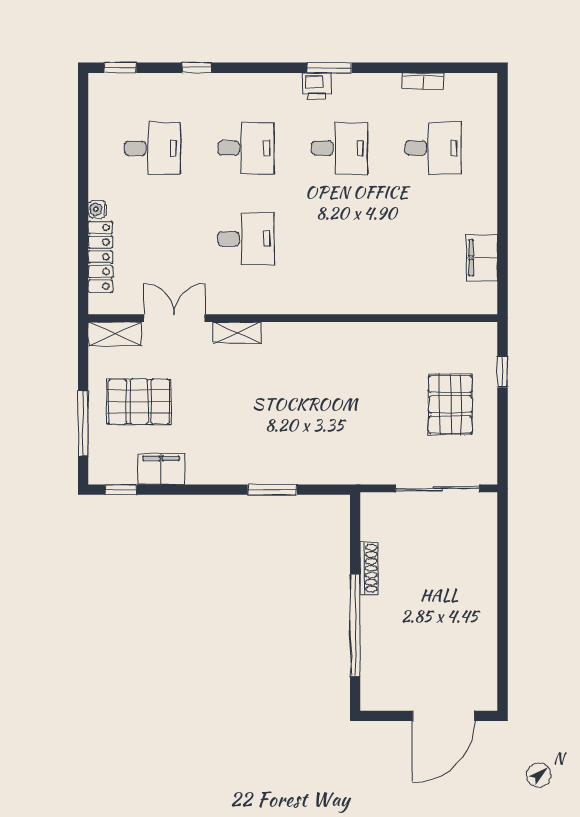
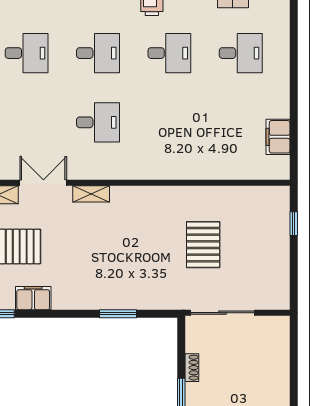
pallet: (450, 404) -> (203, 245), moved
sliding door: (438, 488) -> (222, 313), moved
shoe rack: (369, 568) -> (192, 368), width x0.70

